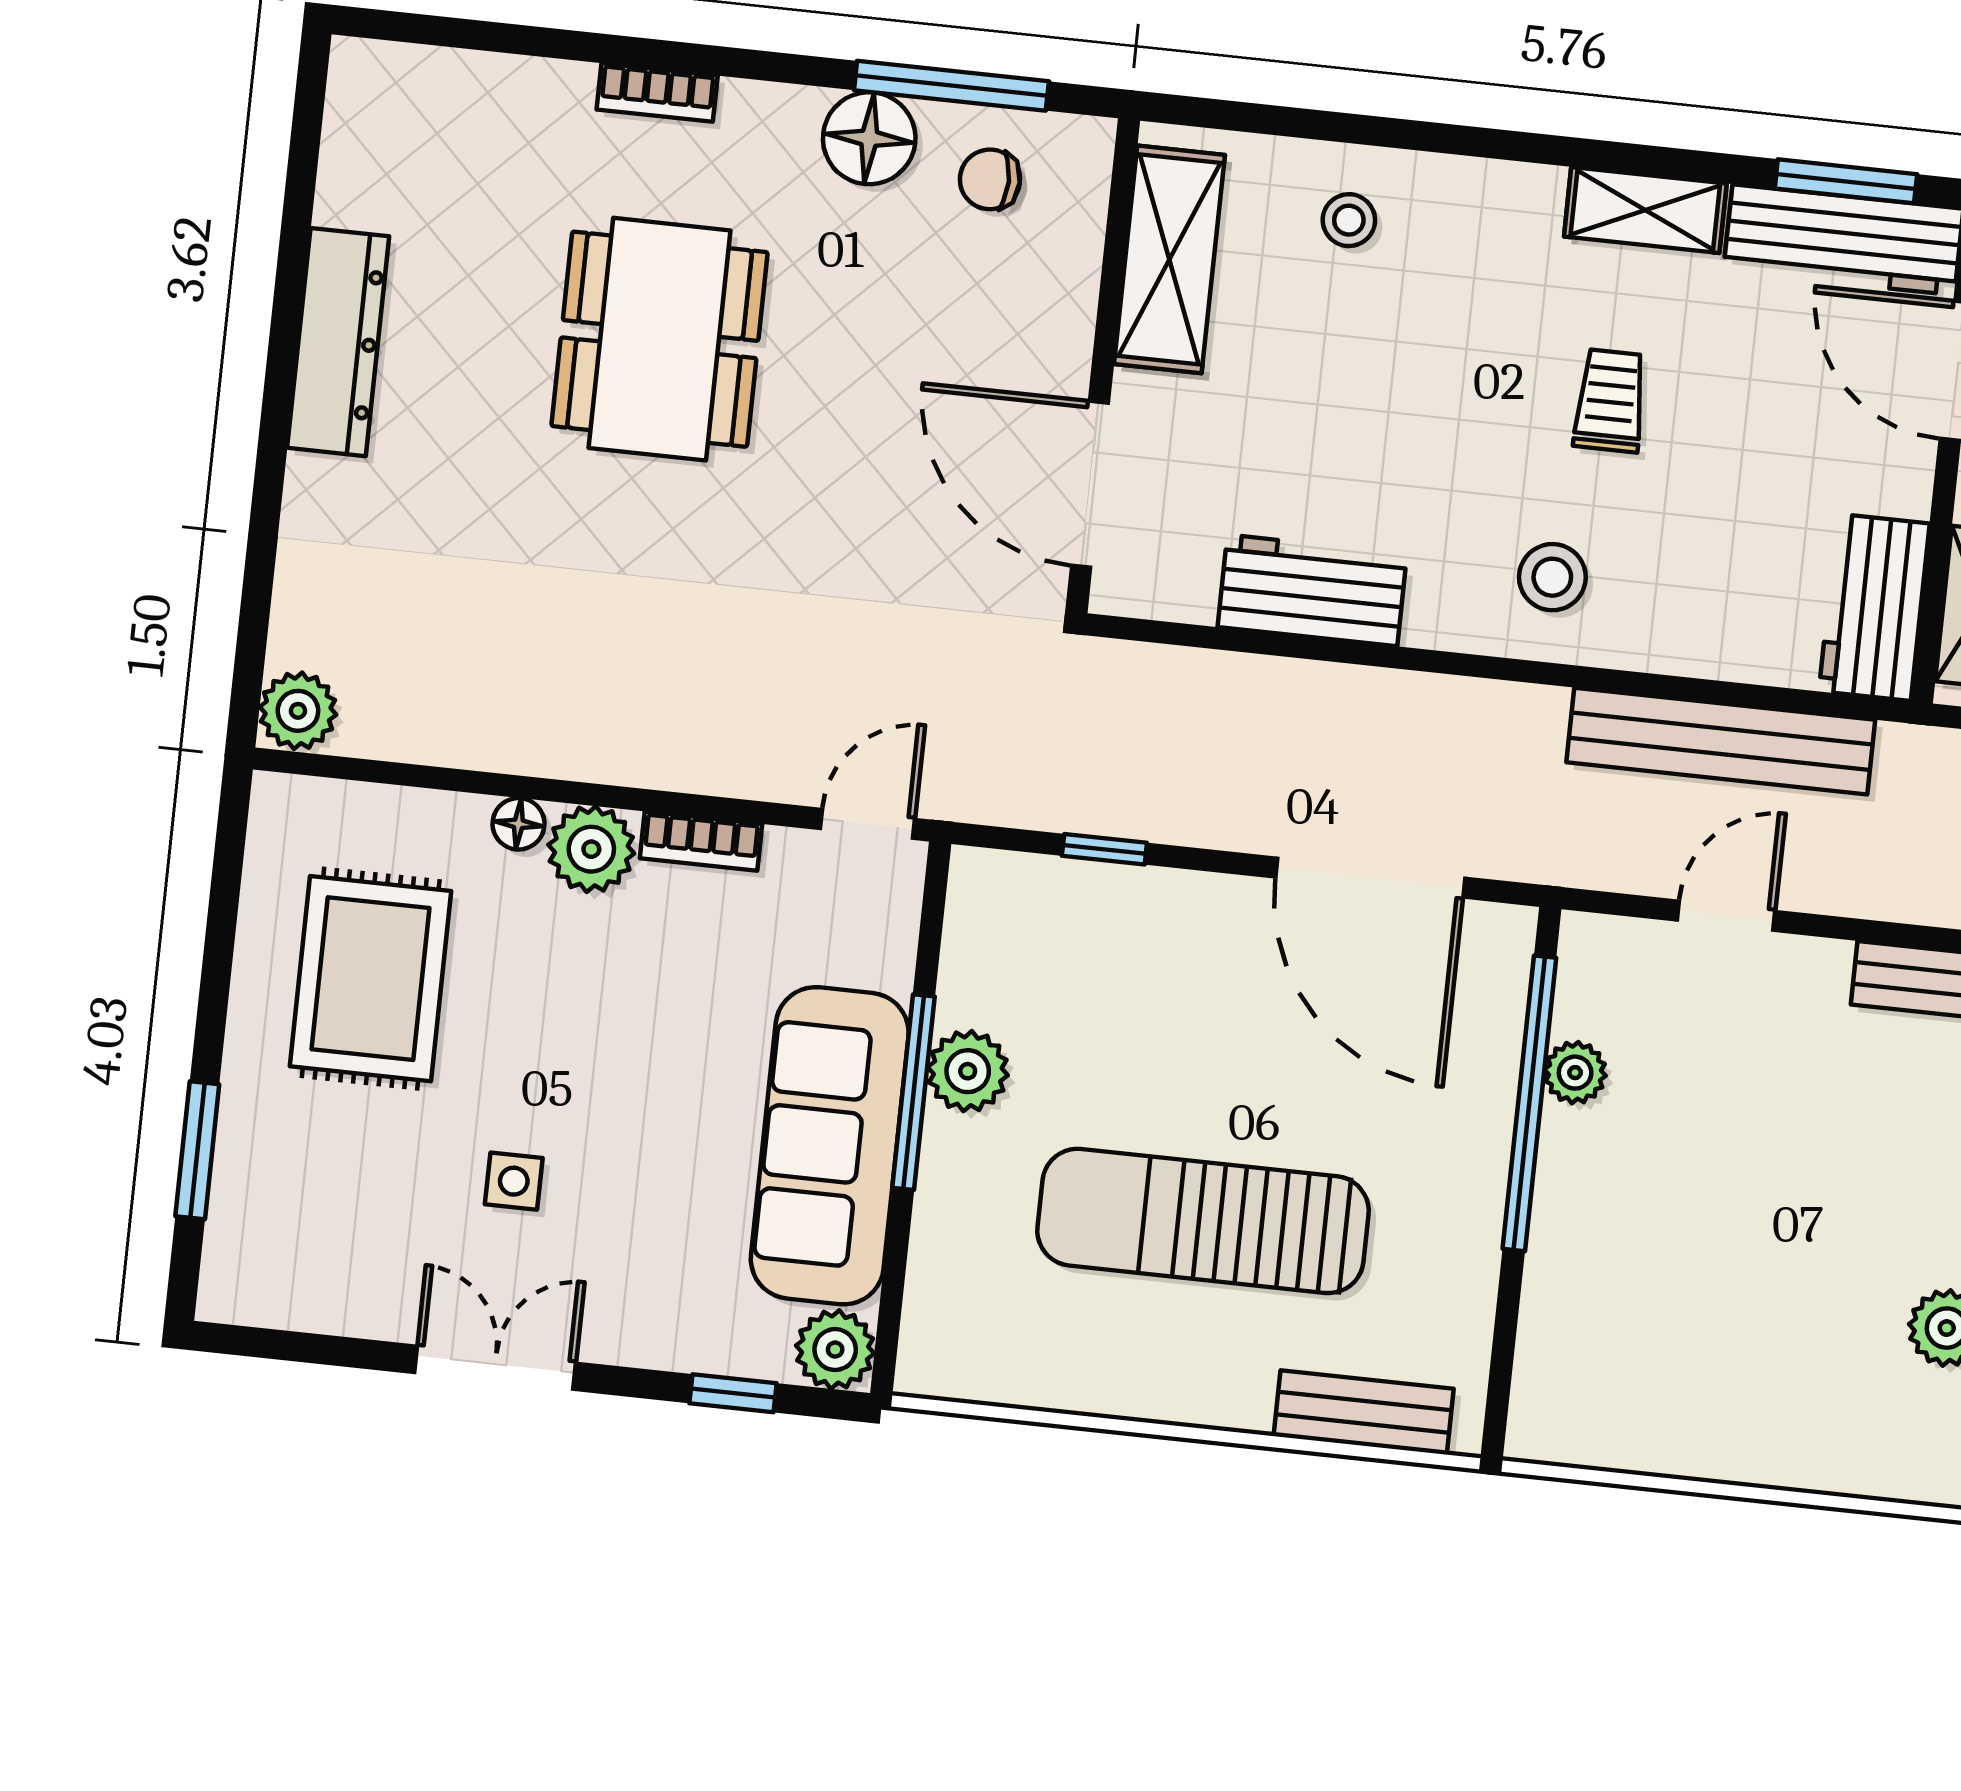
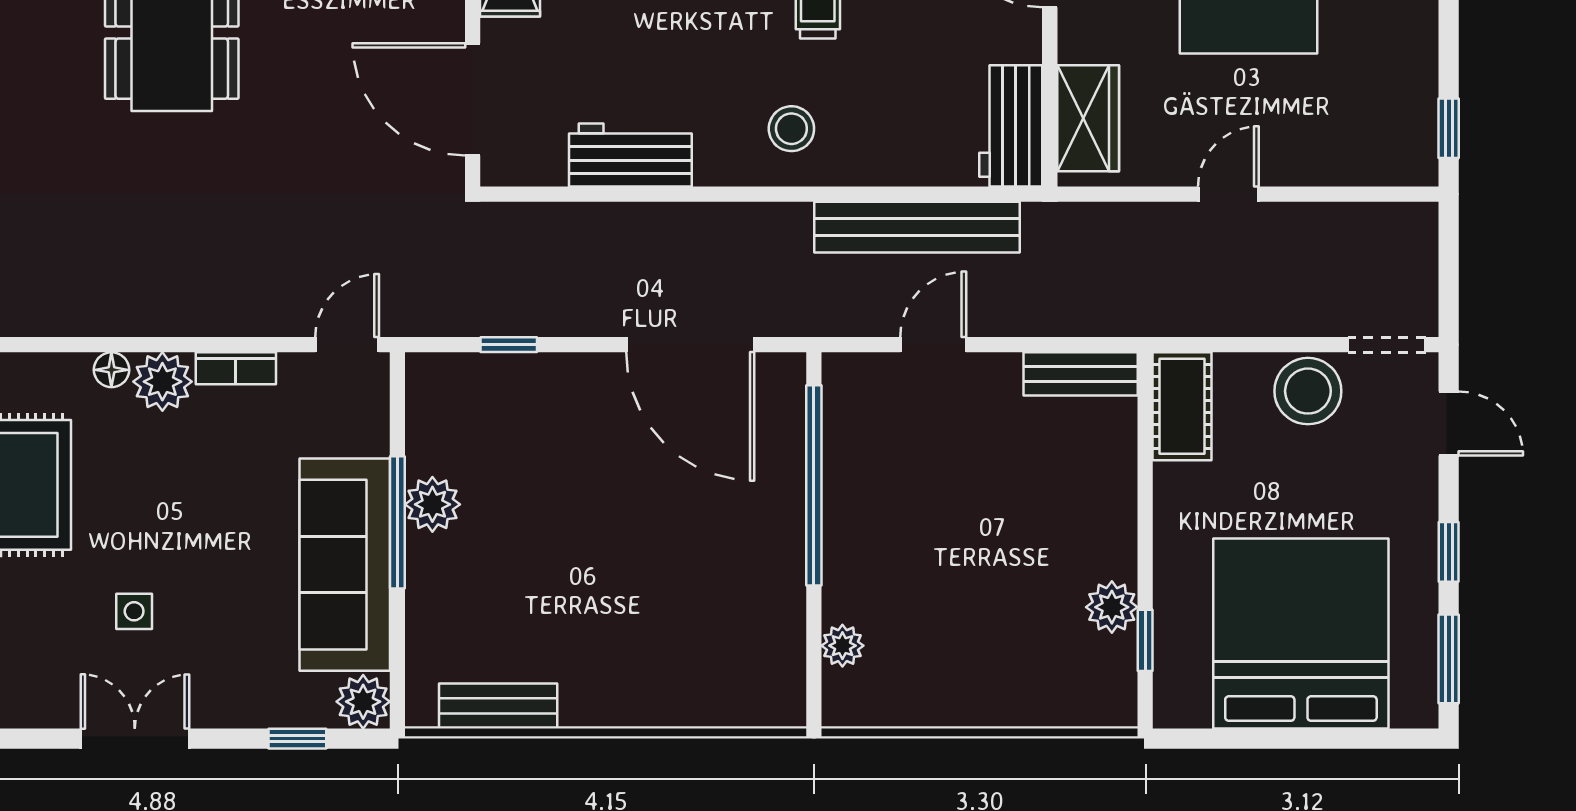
plant: (1575, 1073) -> (842, 646), moved
sun lounger: (1203, 1221) -> (602, 588), removed
bench: (1364, 1412) -> (498, 706), moved

